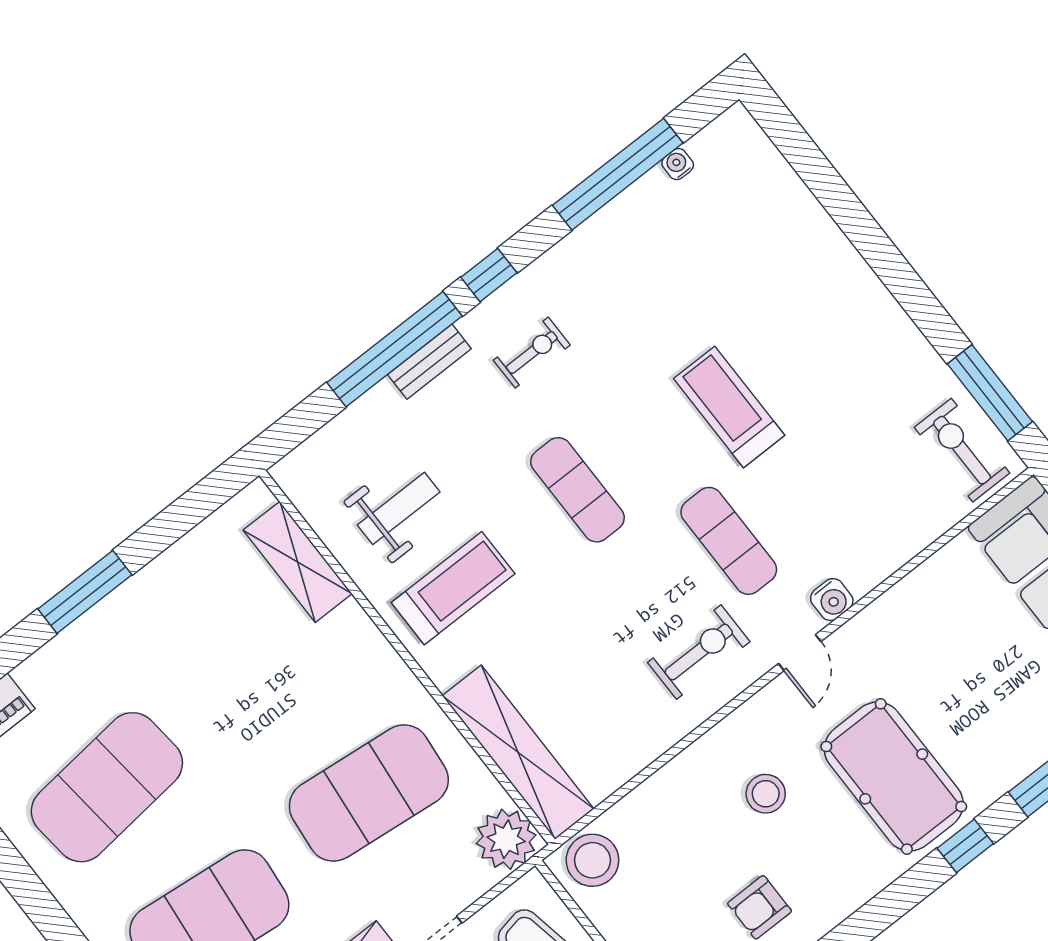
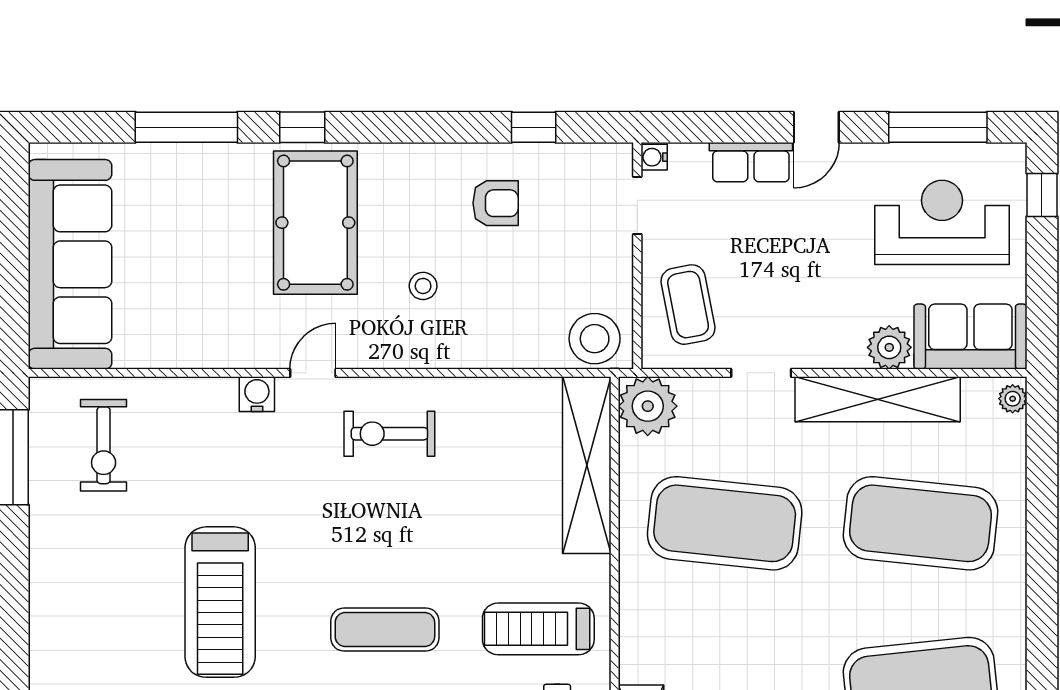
treadmill: (729, 407) -> (220, 602), width x1.37, depth x1.38
exercise bike: (962, 450) -> (104, 445), moved
exercise mat: (578, 490) -> (385, 630), turned 90
exercise mat: (729, 541) -> (300, 500), removed
stool: (766, 794) -> (423, 286), width x0.73, depth x0.73

